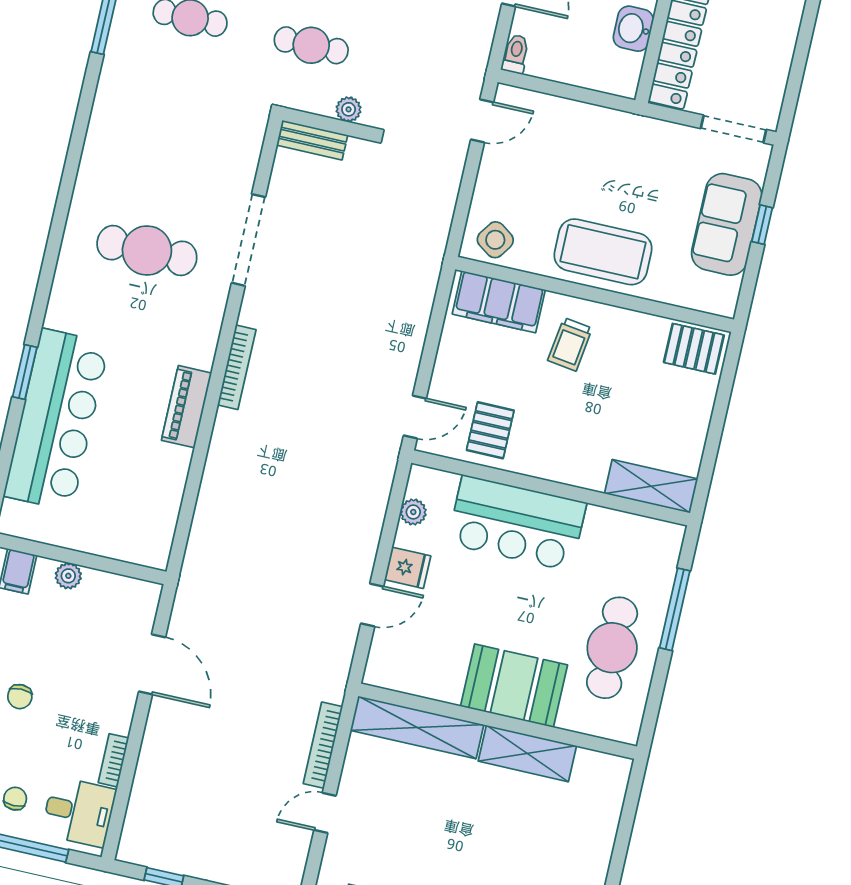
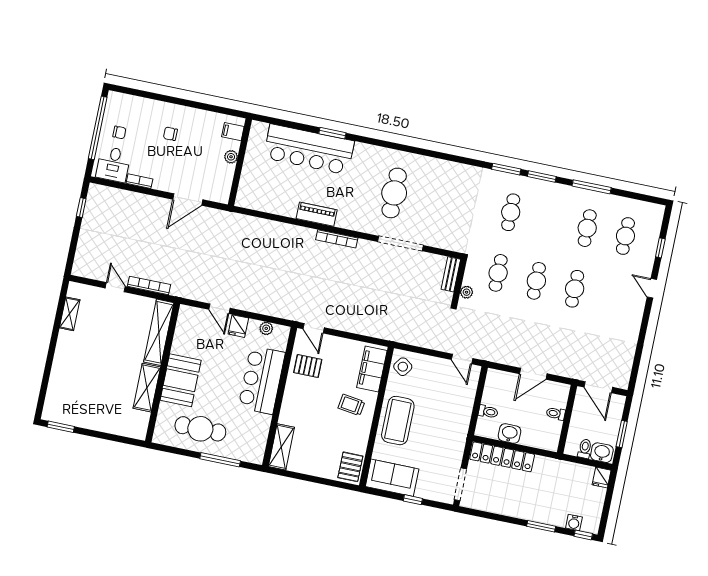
toilet: (516, 54) -> (488, 412), moved
sofa: (727, 224) -> (392, 478), moved

